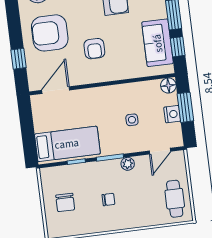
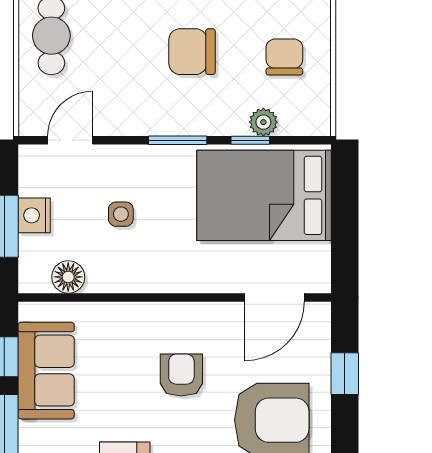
floor lamp: (168, 86) -> (68, 277), moved
bed: (67, 144) -> (264, 195), width x1.50
plant: (128, 164) -> (263, 122), moved
chair: (108, 200) -> (192, 52), width x1.87, depth x1.87

